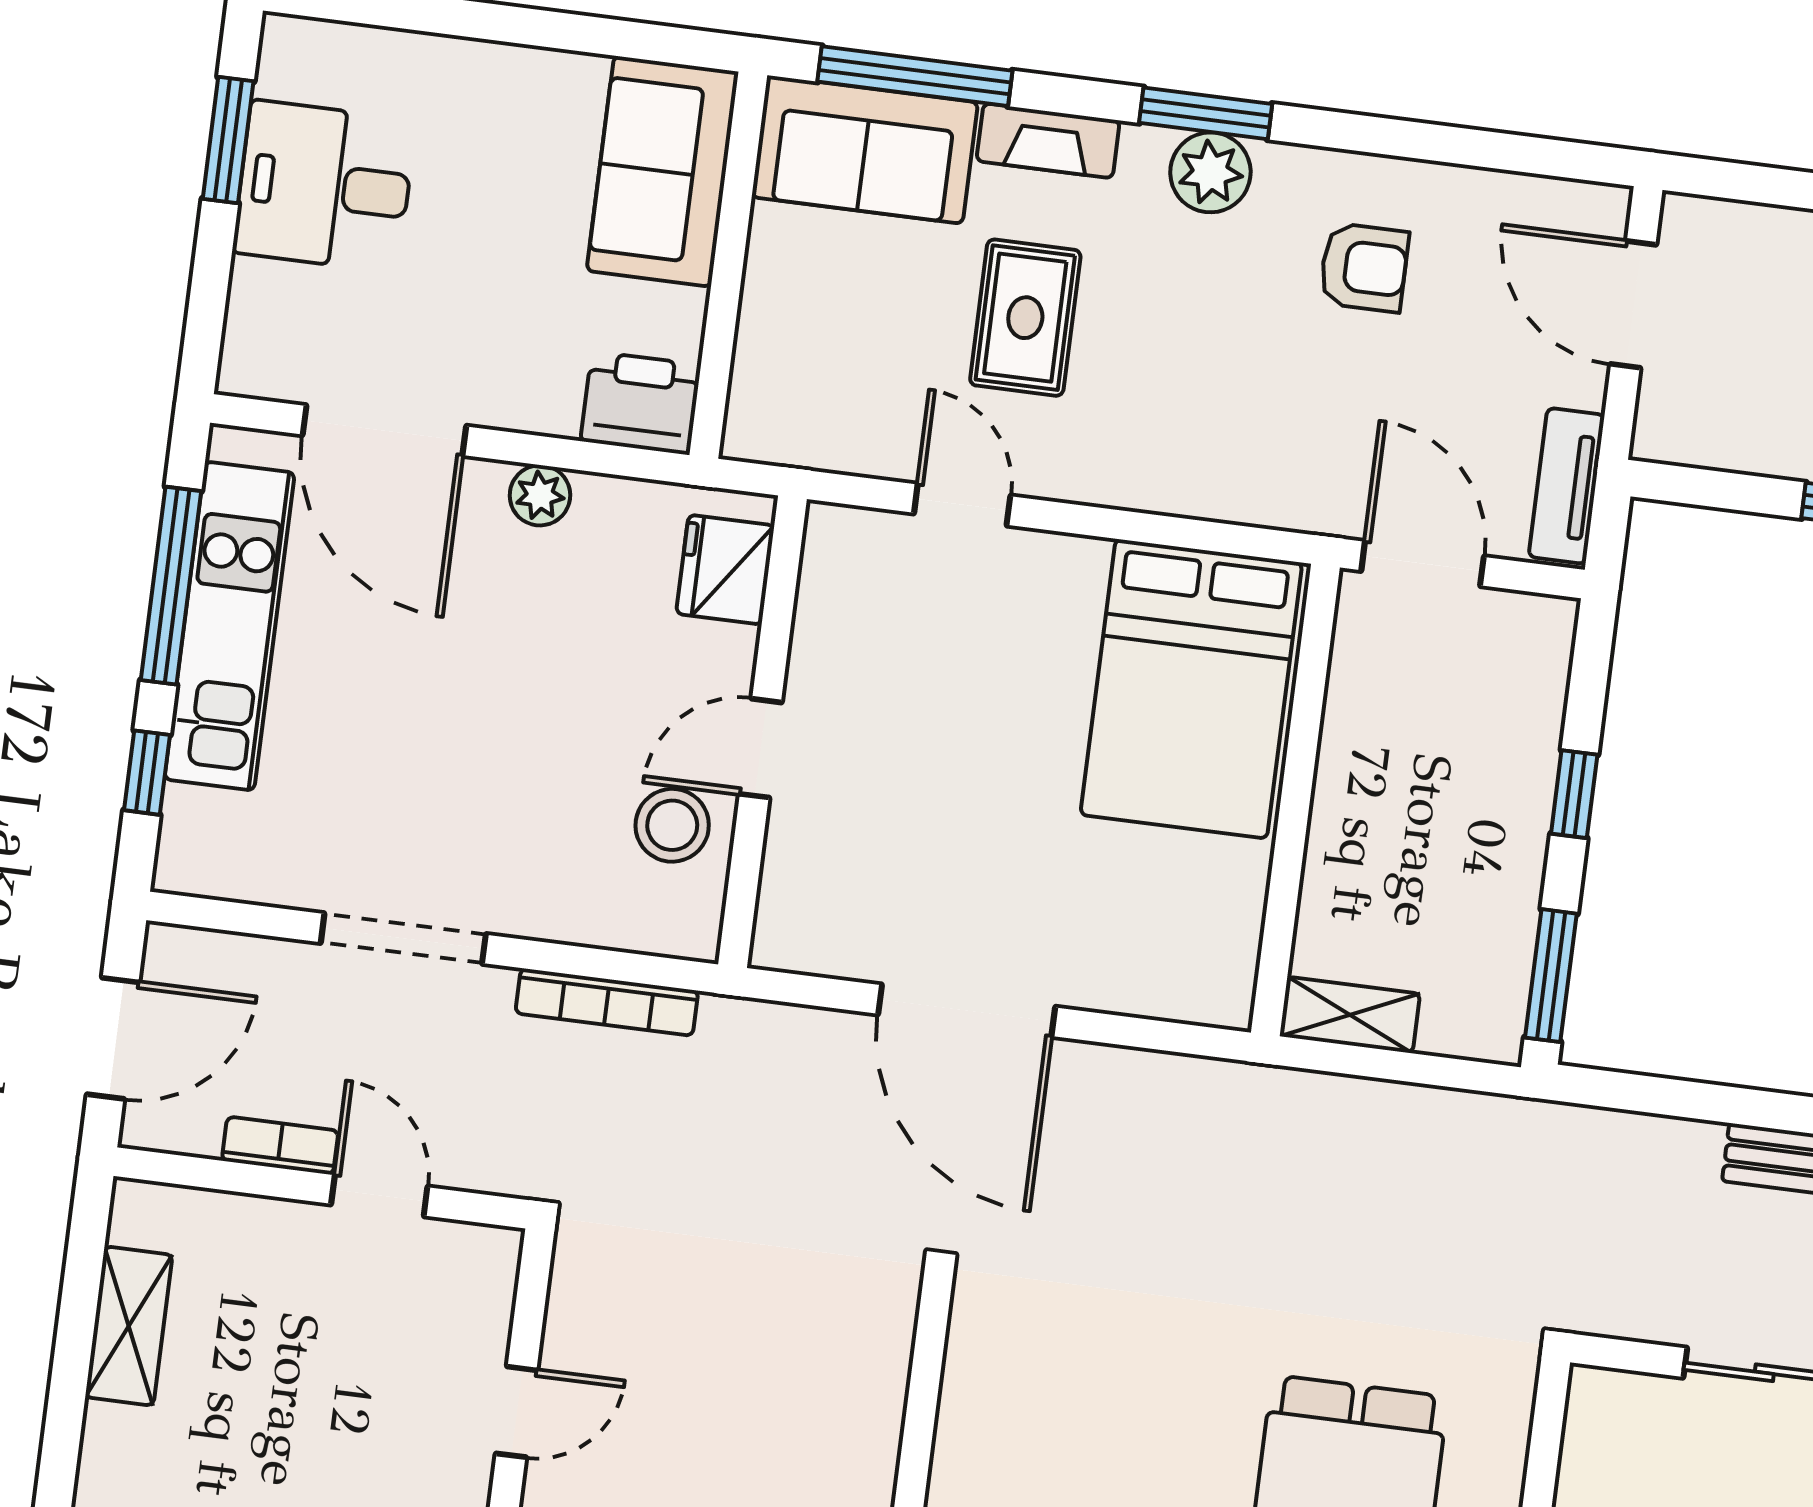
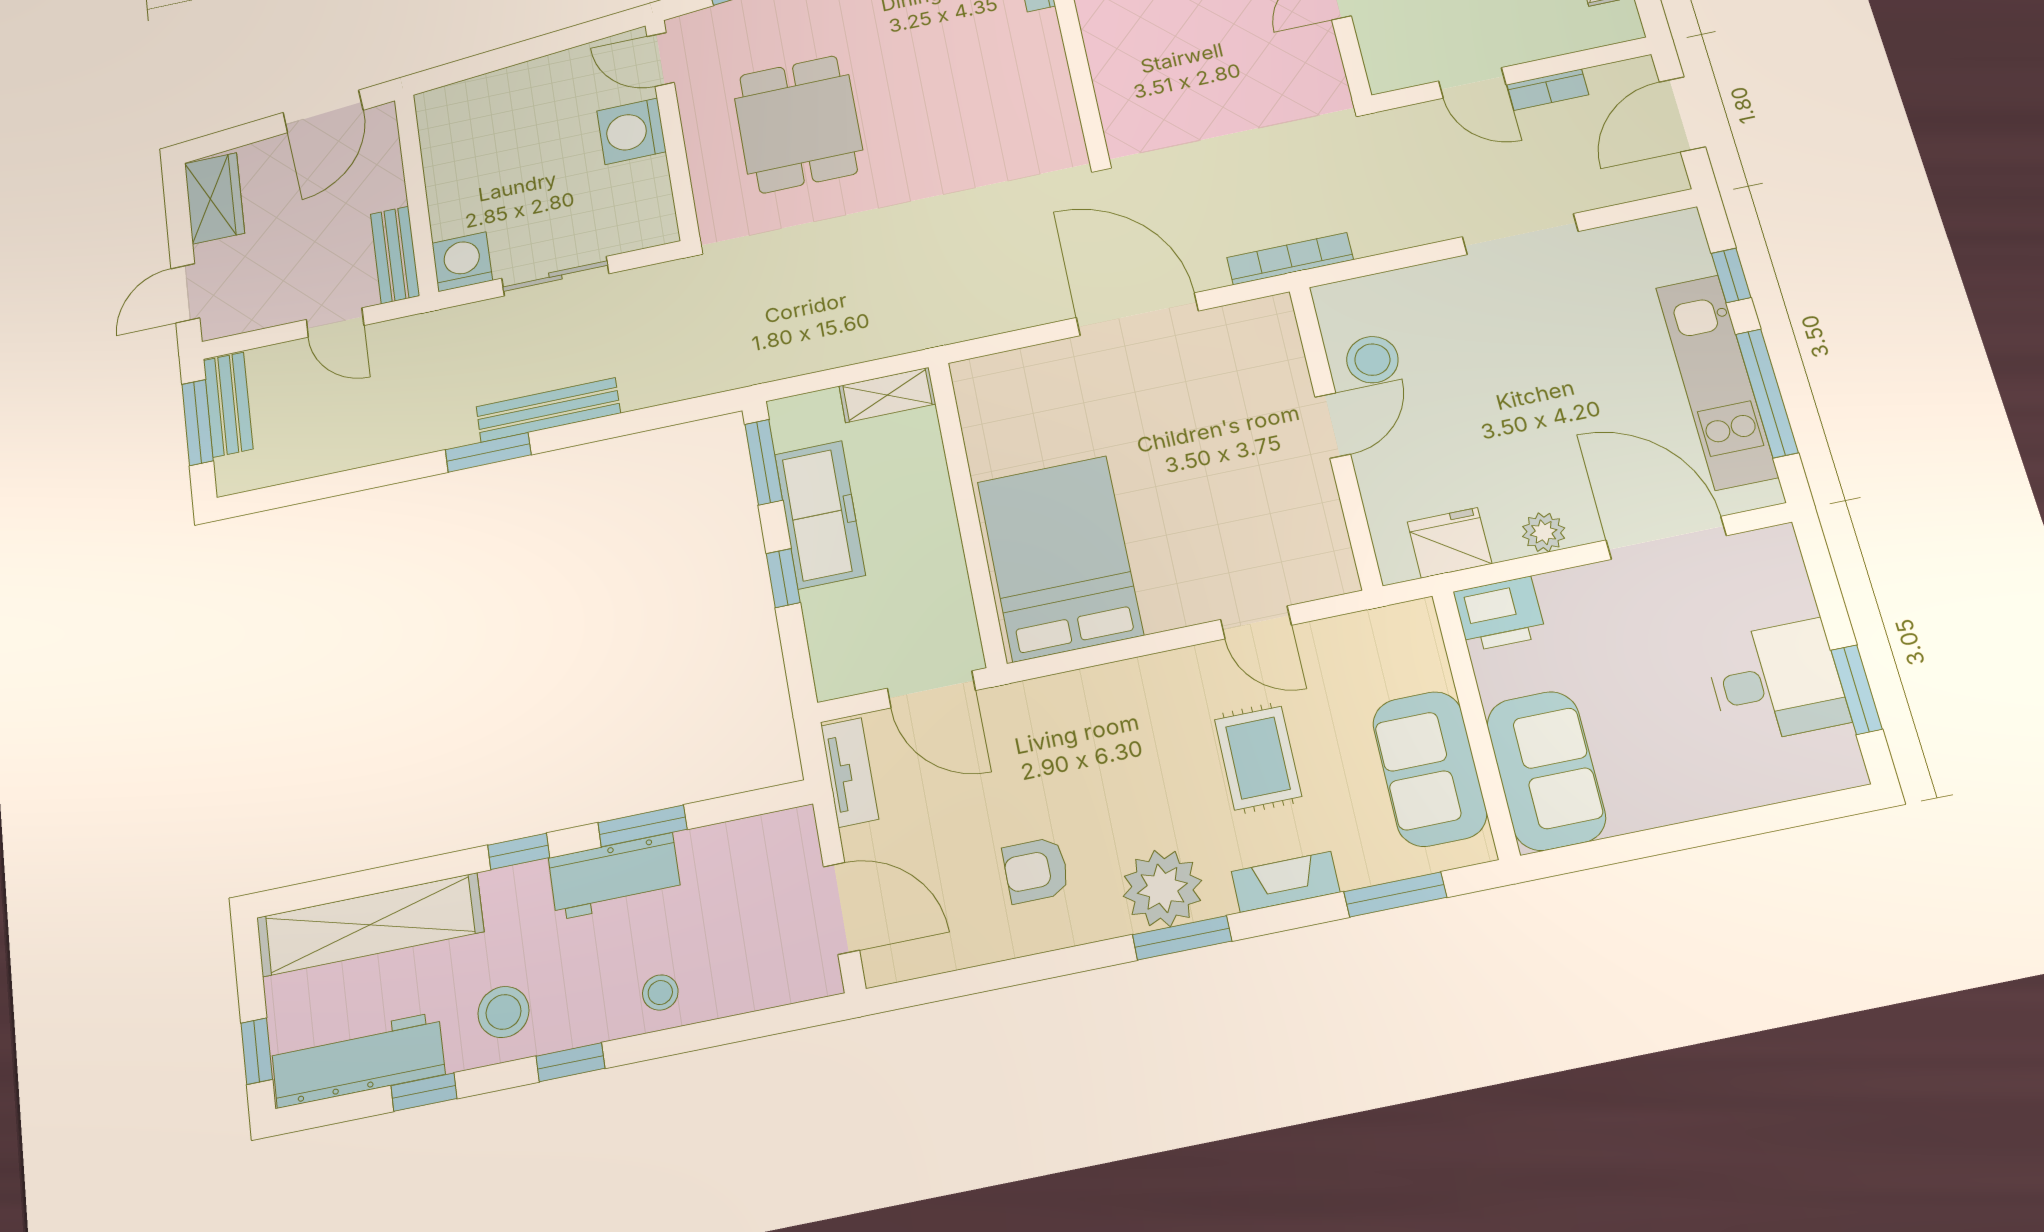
window: (915, 76) -> (1395, 894), width x0.69
sofa: (865, 150) -> (1430, 769), moved, turned -90
plant: (1210, 172) -> (1162, 888), width x1.36, depth x1.36
fridge: (725, 570) -> (1450, 543), moved, turned -90
freezer: (1497, 869) -> (820, 515), added
bookcase: (607, 1002) -> (1290, 259), moved

